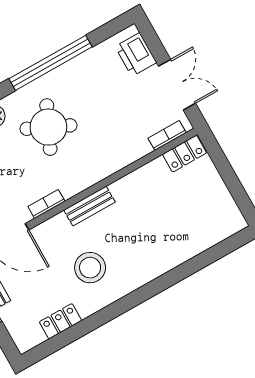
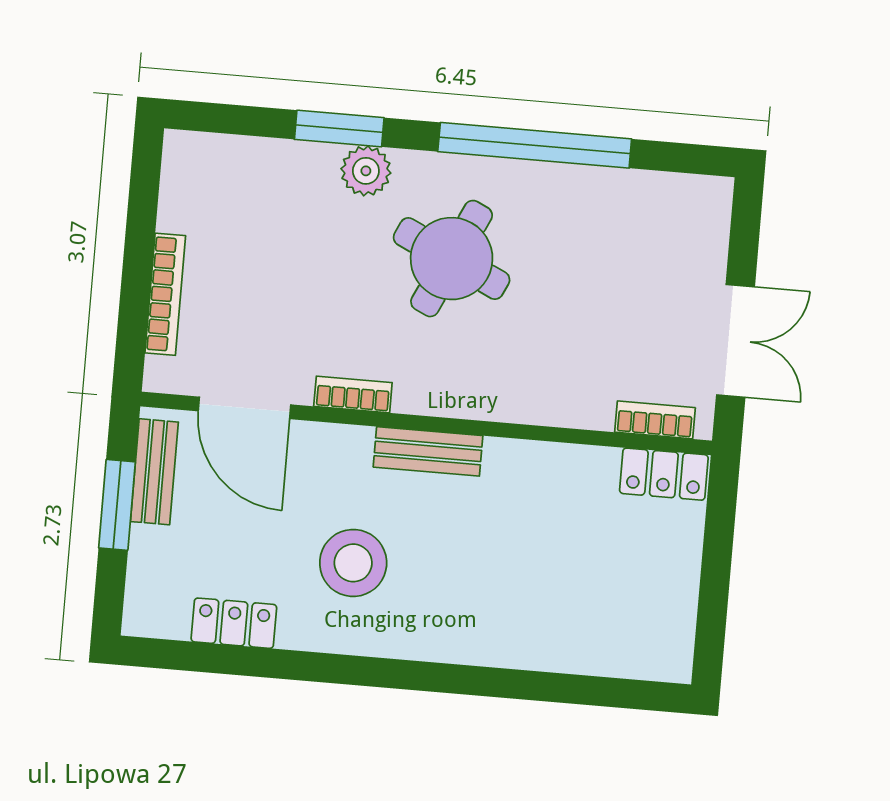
printer: (136, 54) -> (698, 235), removed

